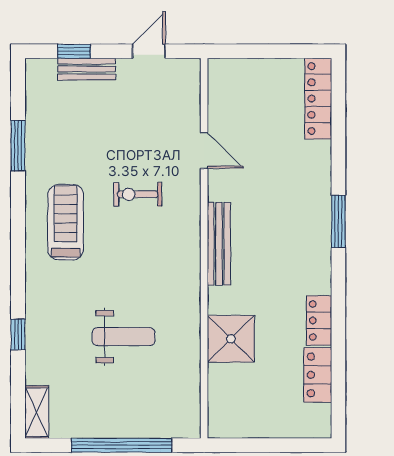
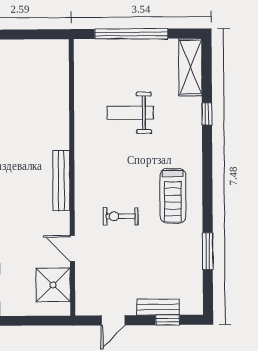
exercise bike: (138, 194) -> (121, 216), turned 180
shower: (231, 339) -> (53, 285), moved
shelving: (37, 412) -> (190, 67), width x1.50, depth x1.33

